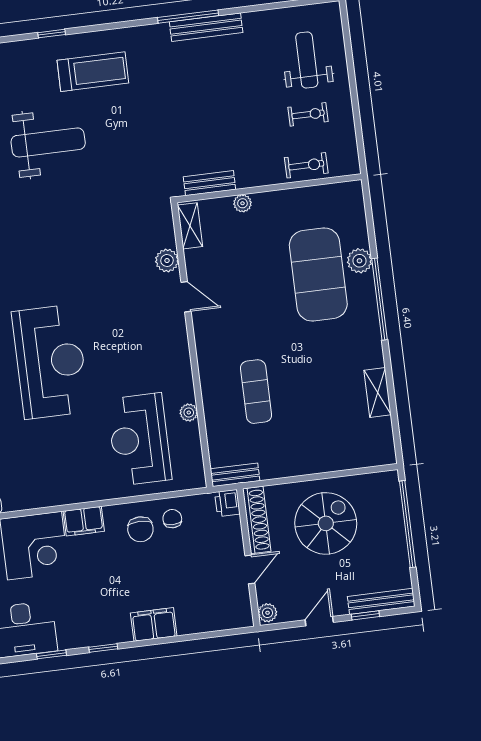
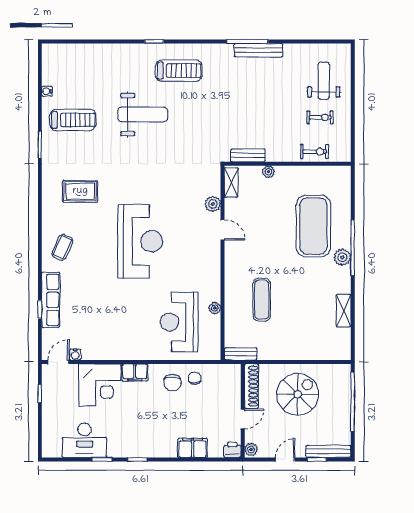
plant: (359, 261) -> (342, 257), moved
reception desk: (50, 362) -> (140, 241), moved
printer: (227, 503) -> (232, 450), moved, turned 90
filing cabinet: (154, 624) -> (193, 448), moved

